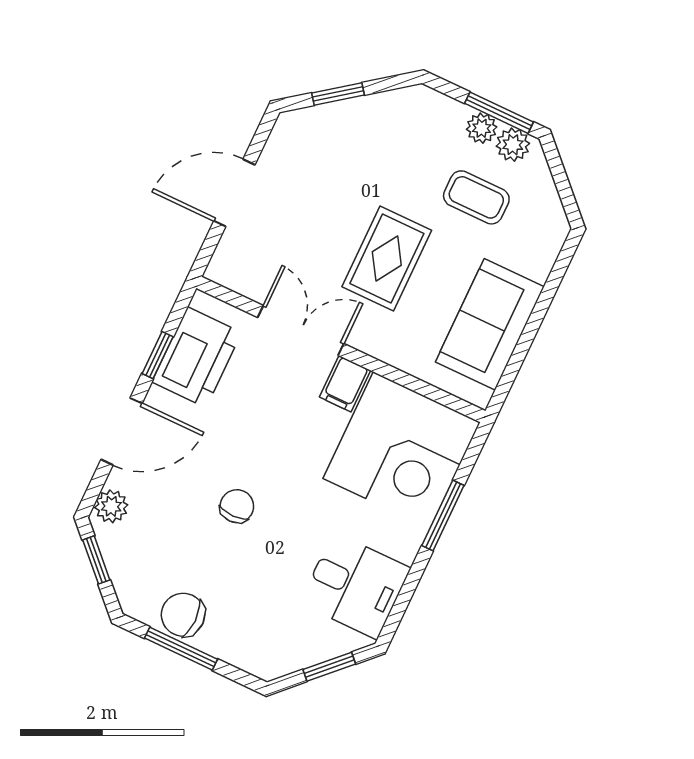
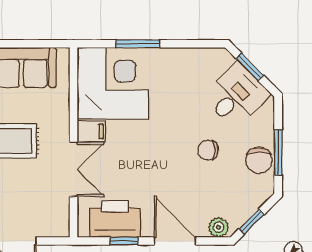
double door: (301, 330) -> (74, 169), swing flipped
chair: (237, 506) -> (208, 150), moved
desk: (355, 586) -> (236, 95), moved, turned 45

